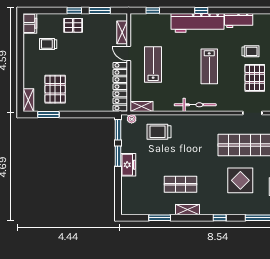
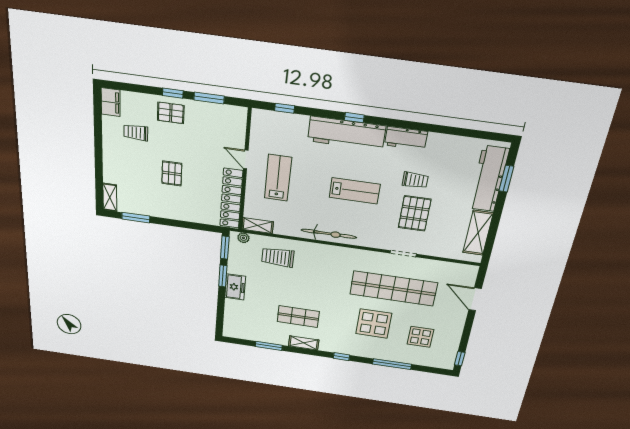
shelving: (122, 32) -> (239, 131), removed
lab bench: (209, 66) -> (355, 191), turned -90
pallet: (55, 89) -> (172, 173), moved, width x0.67, depth x0.71

